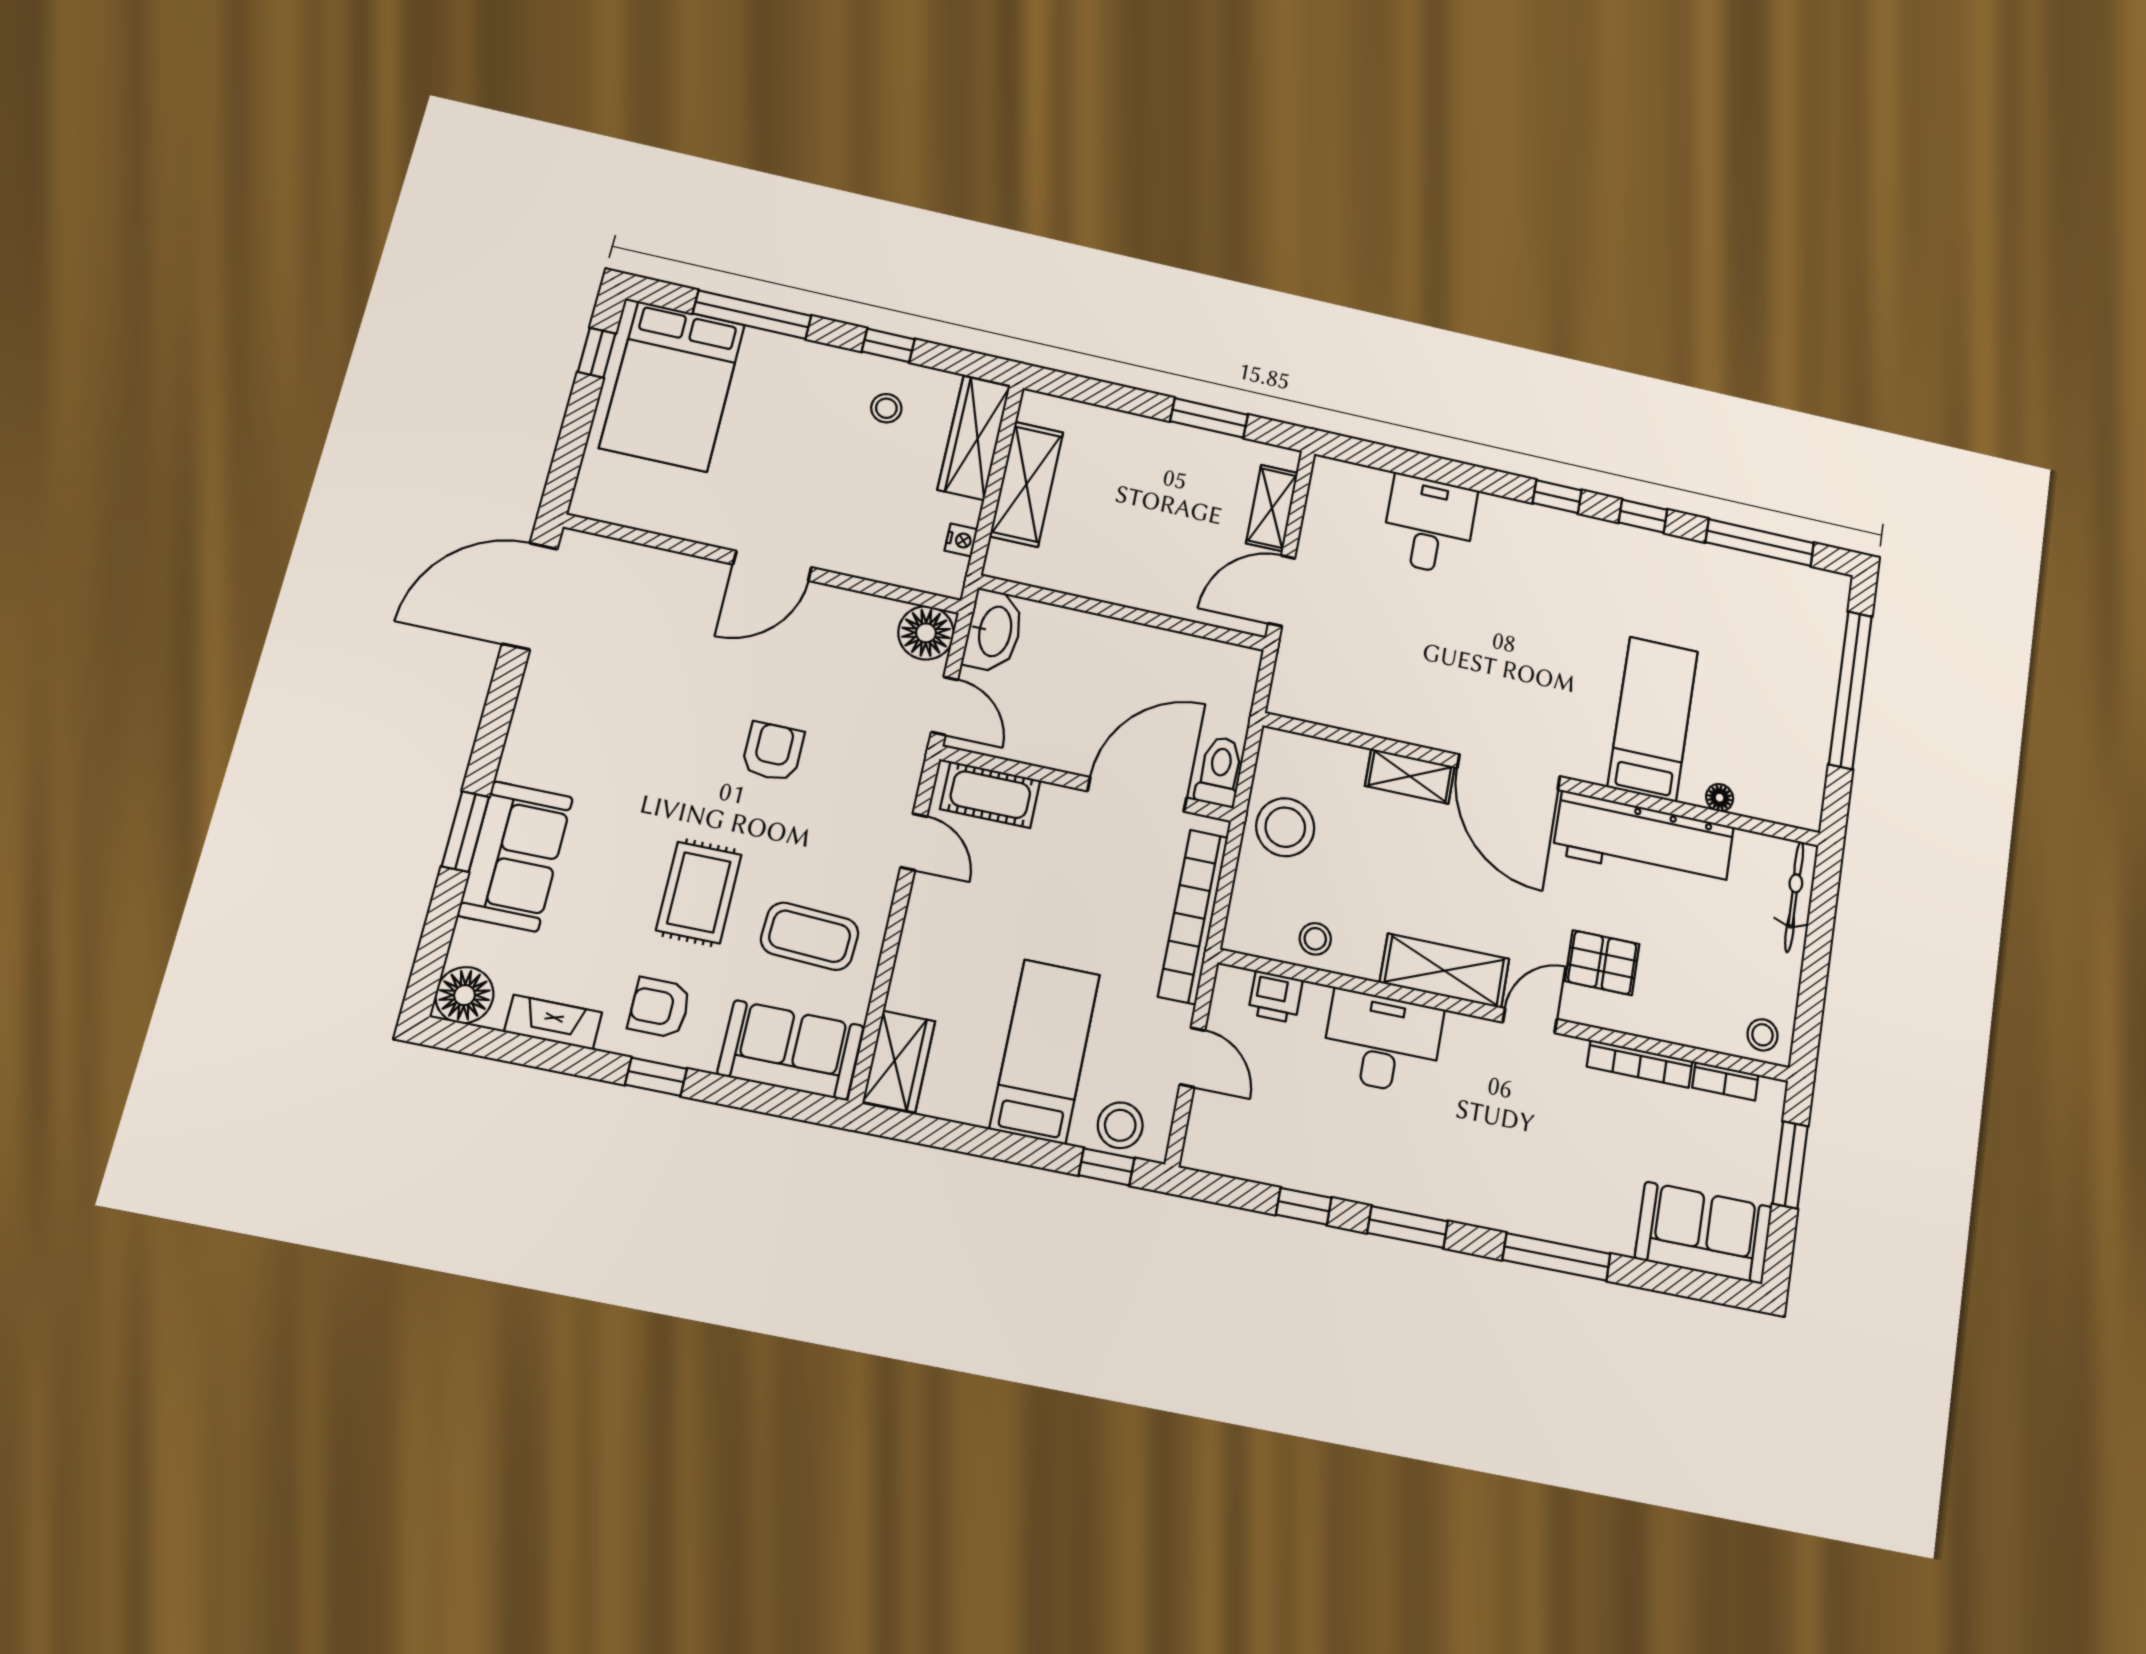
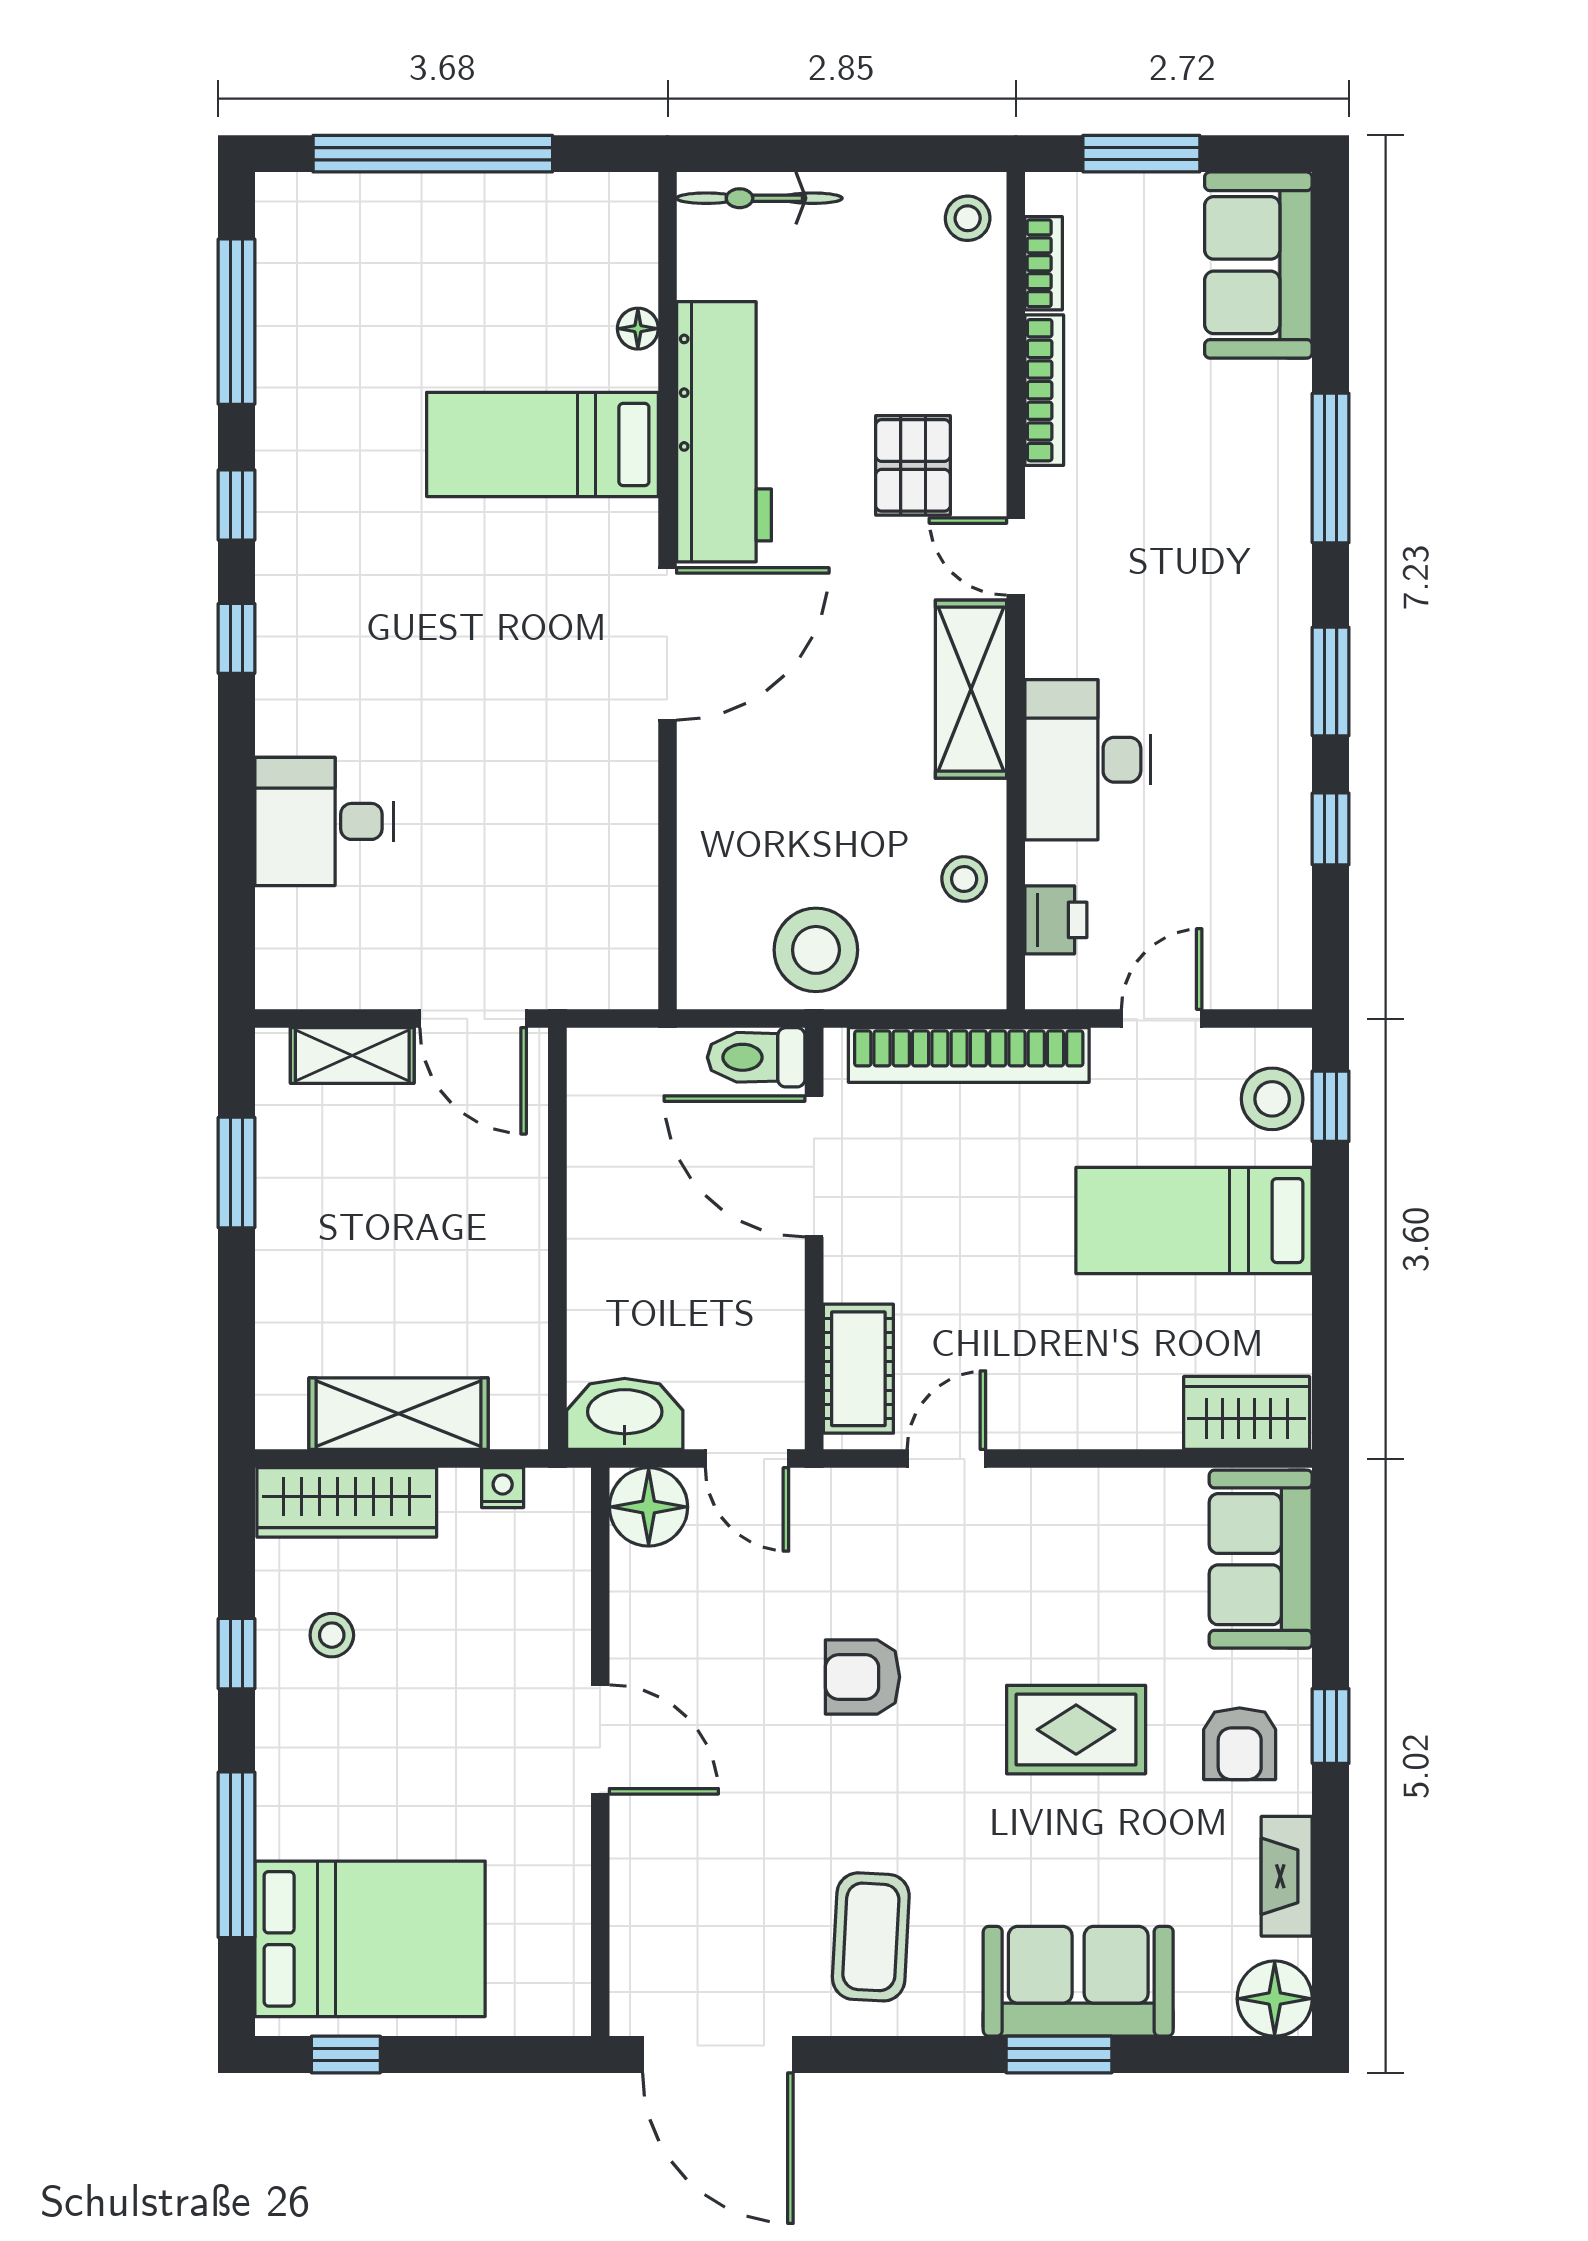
door: (945, 706) -> (747, 1459), swing flipped
shelving: (1410, 776) -> (705, 786), removed
coffee table: (810, 936) -> (871, 1937), moved

